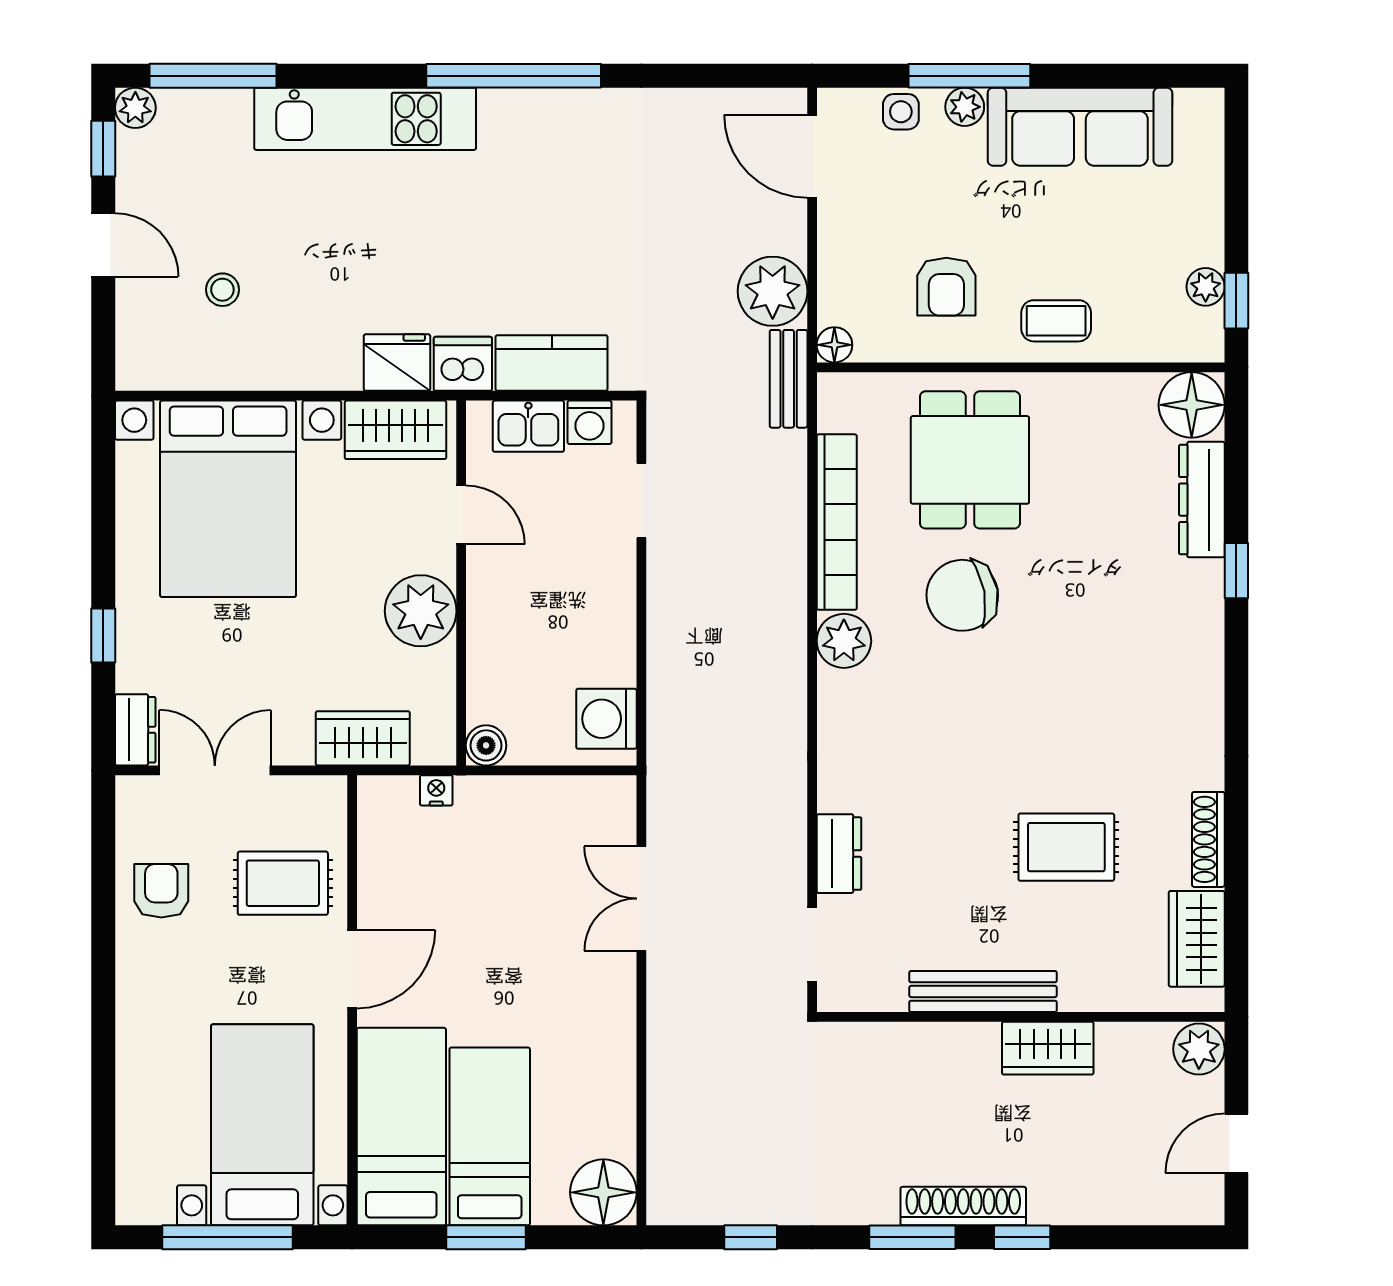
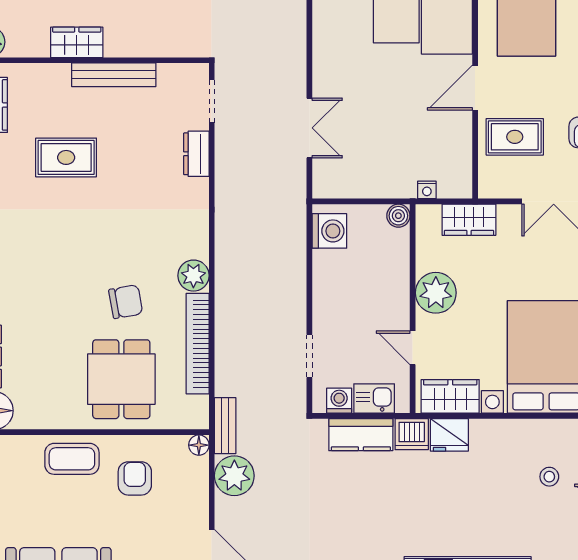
coffee table: (1056, 321) -> (72, 459), width x1.36, depth x1.30
chair: (962, 595) -> (126, 302), width x0.73, depth x0.73

